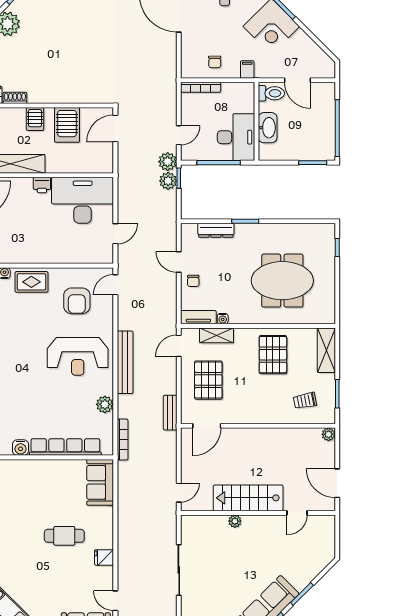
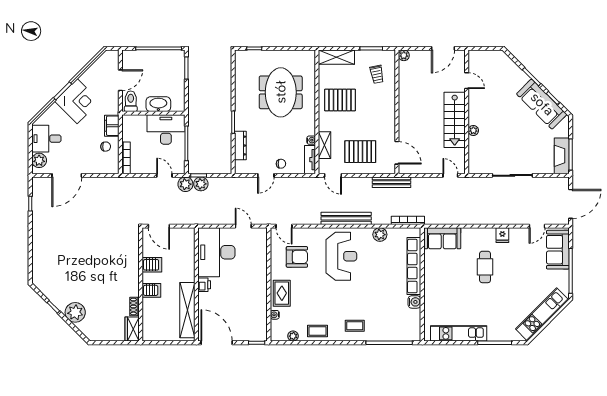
filing cabinet: (247, 69) -> (112, 126), width x2.00
server rack: (67, 125) -> (152, 265), width x0.73, depth x0.70
bench: (170, 413) -> (391, 182), width x1.36

